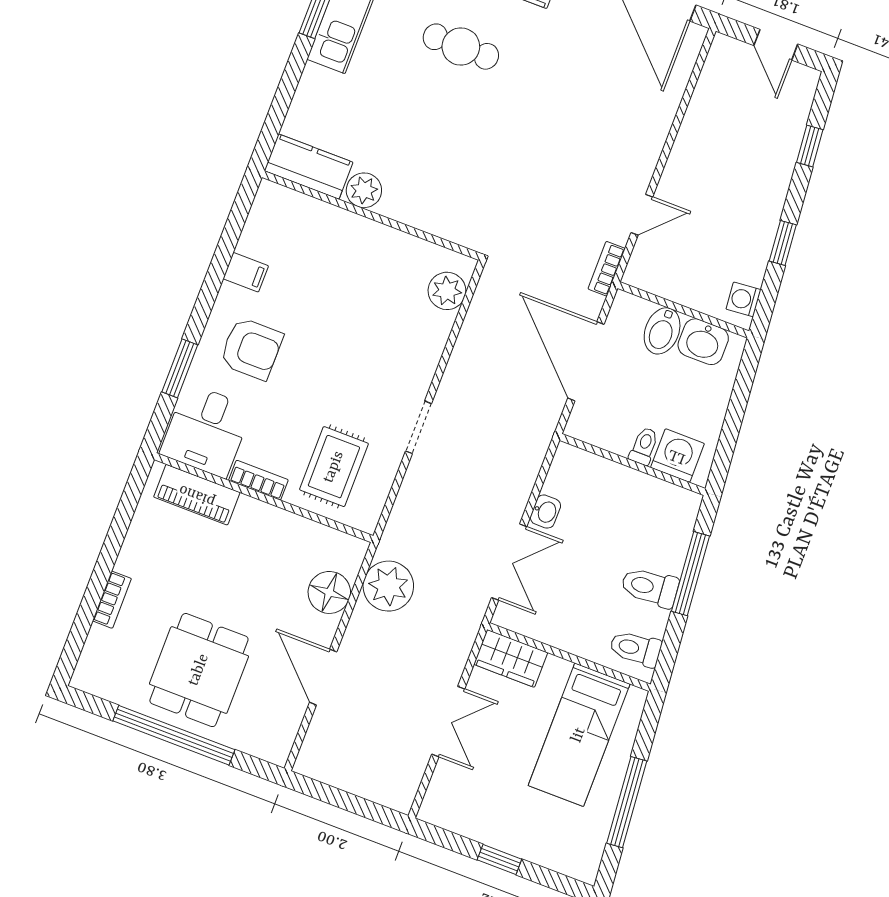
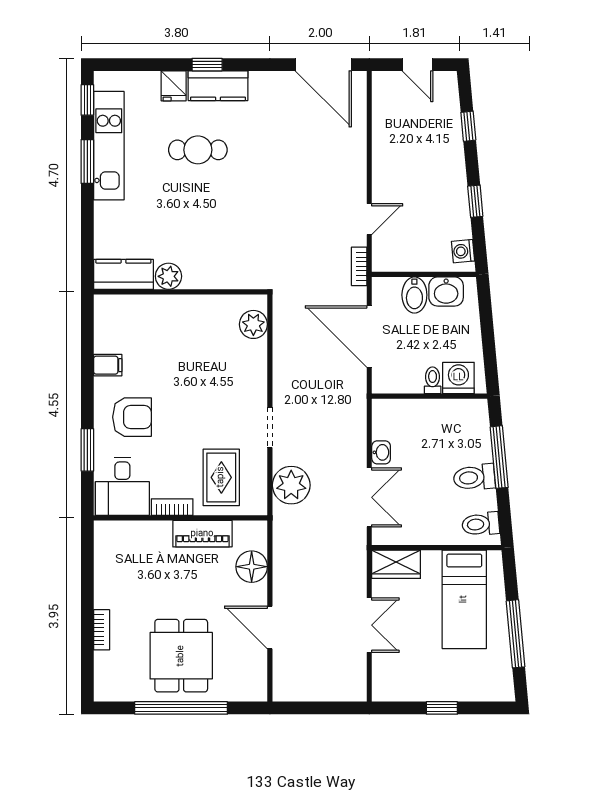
piano: (197, 495) -> (202, 534), moved
plant: (388, 586) -> (291, 485), moved

